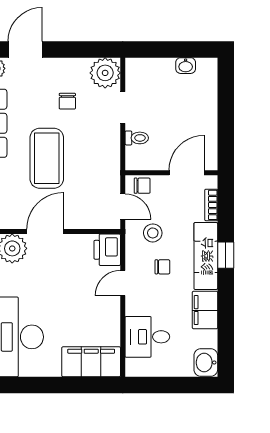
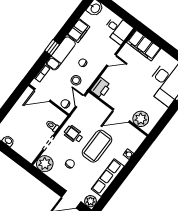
wheelchair: (95, 150) -> (74, 134), added
door: (123, 283) -> (111, 60), moved
desk: (147, 337) -> (118, 30), moved

